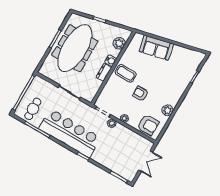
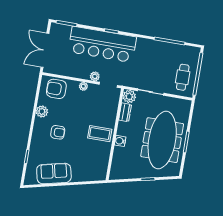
plant: (119, 43) -> (129, 96), moved
sofa: (156, 48) -> (54, 174), moved
dresser: (104, 72) -> (125, 112), moved
armchair: (140, 94) -> (58, 132), moved
cafe table: (33, 109) -> (183, 77), moved
bar counter: (70, 133) -> (102, 44), moved
double door: (146, 161) -> (45, 50), width x1.37

